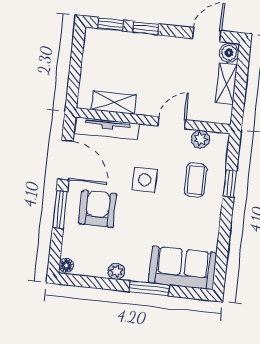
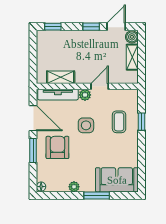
window: (146, 28) -> (91, 27), moved
plant: (201, 139) -> (85, 95), moved

